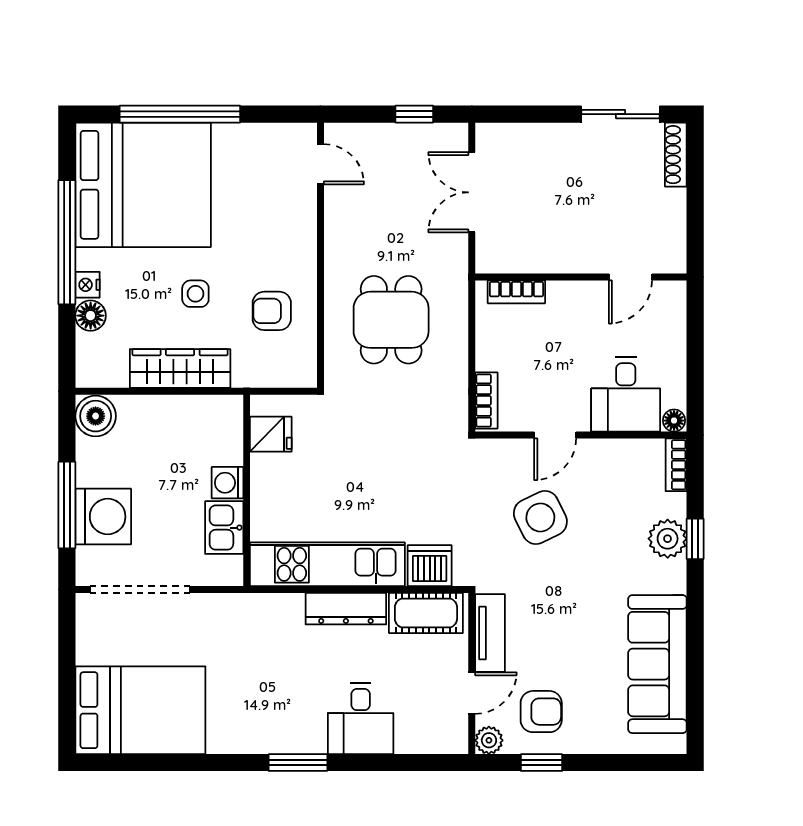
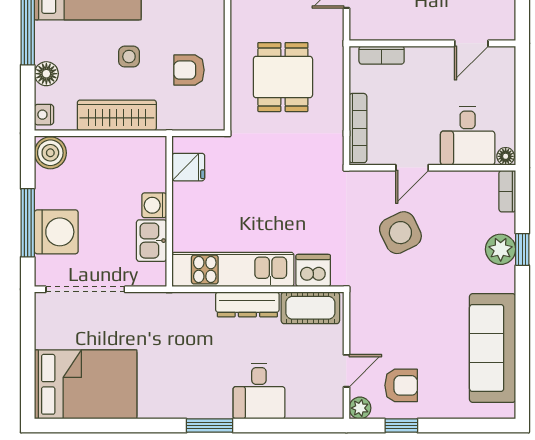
nightstand: (87, 285) -> (44, 115), moved
bookcase: (486, 401) -> (358, 128), width x1.56
tv unit: (490, 633) -> (361, 324), removed

